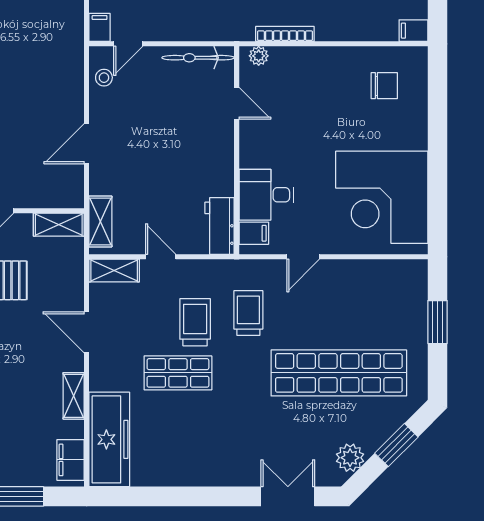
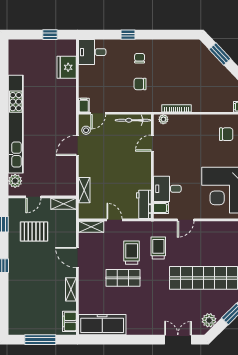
door: (237, 103) -> (152, 143), swing flipped
door: (87, 144) -> (77, 145), moved
shelving: (100, 221) -> (84, 190), moved
freezer: (109, 439) -> (102, 325), moved, turned -90

